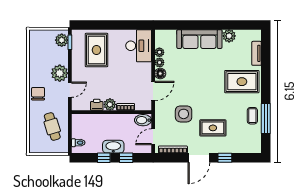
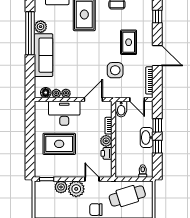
window: (222, 25) -> (30, 33), added
plant: (62, 40) -> (61, 187), moved
desk: (139, 46) -> (64, 113), moved
rug: (96, 50) -> (59, 144), moved
floor lamp: (160, 74) -> (46, 93), moved
door: (153, 91) -> (93, 99), hinge flipped
cafe table: (52, 127) -> (127, 196), width x1.37, depth x1.35
window: (225, 158) -> (157, 17), moved

